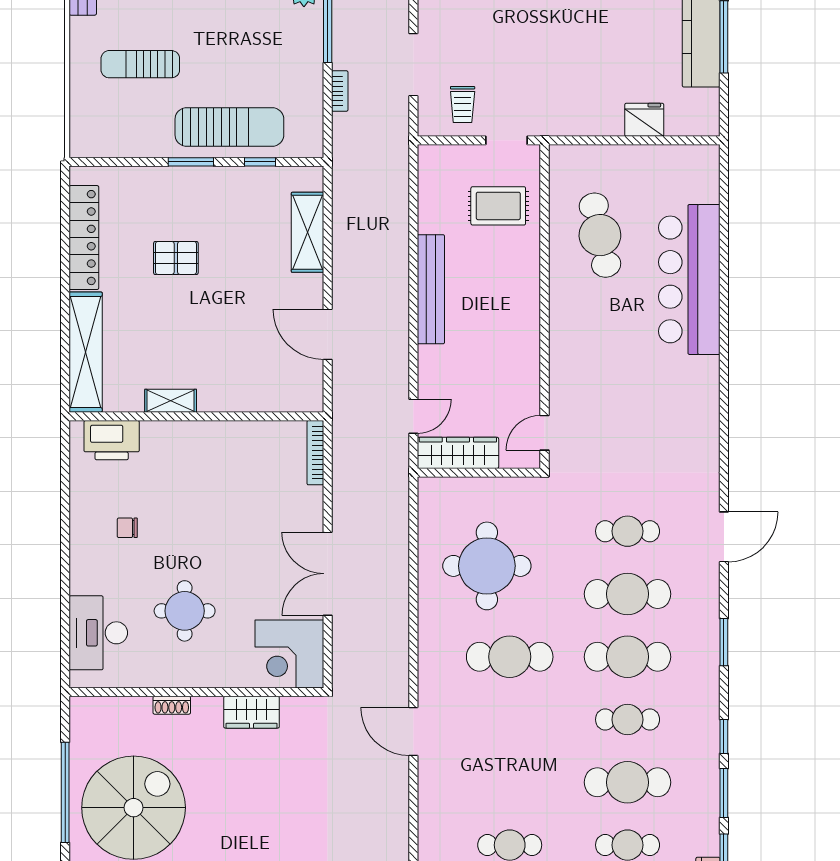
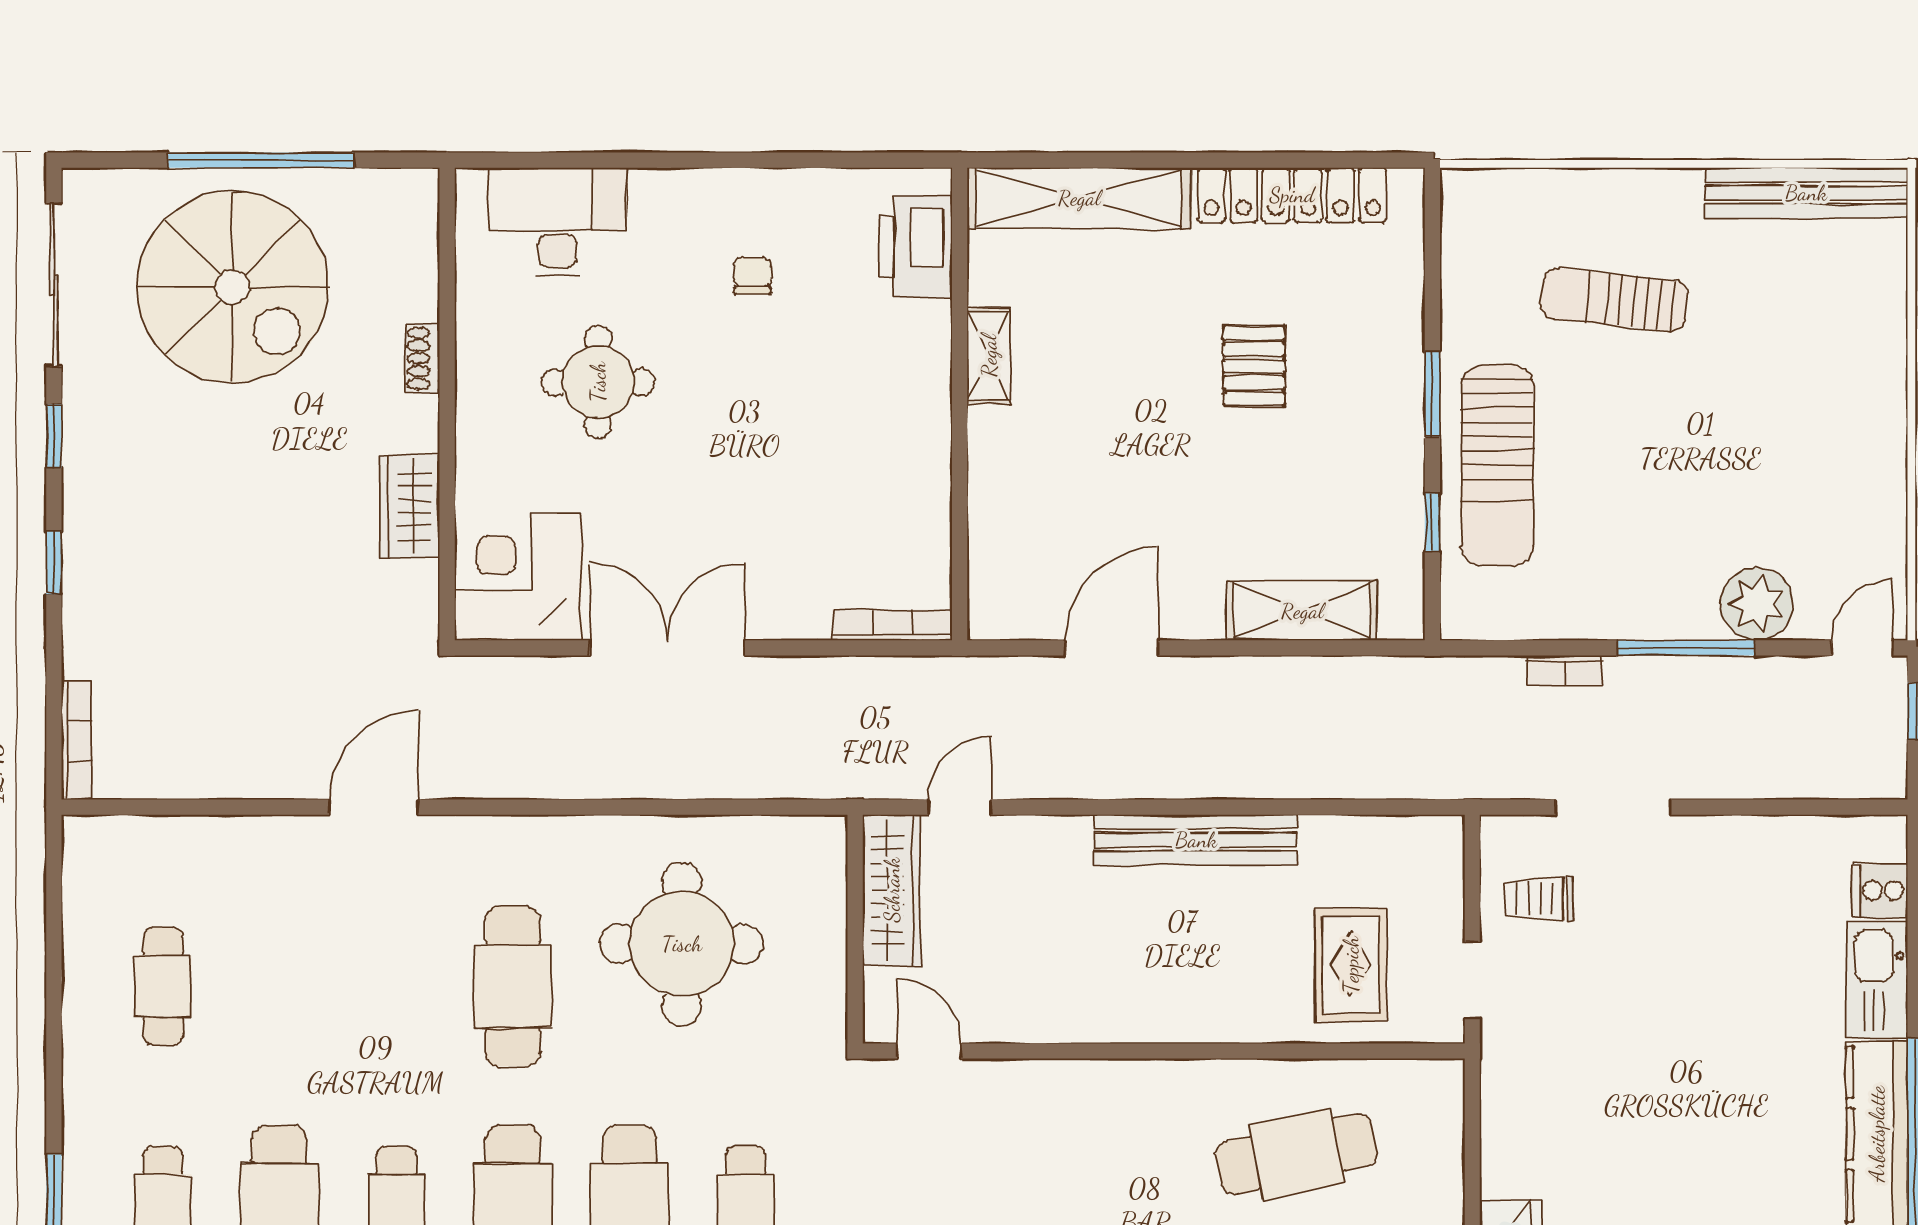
sun lounger: (140, 64) -> (1614, 300), turned -84
door: (413, 416) -> (960, 807), swing flipped

